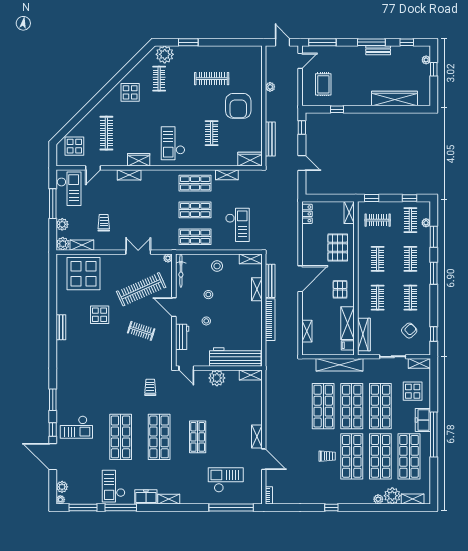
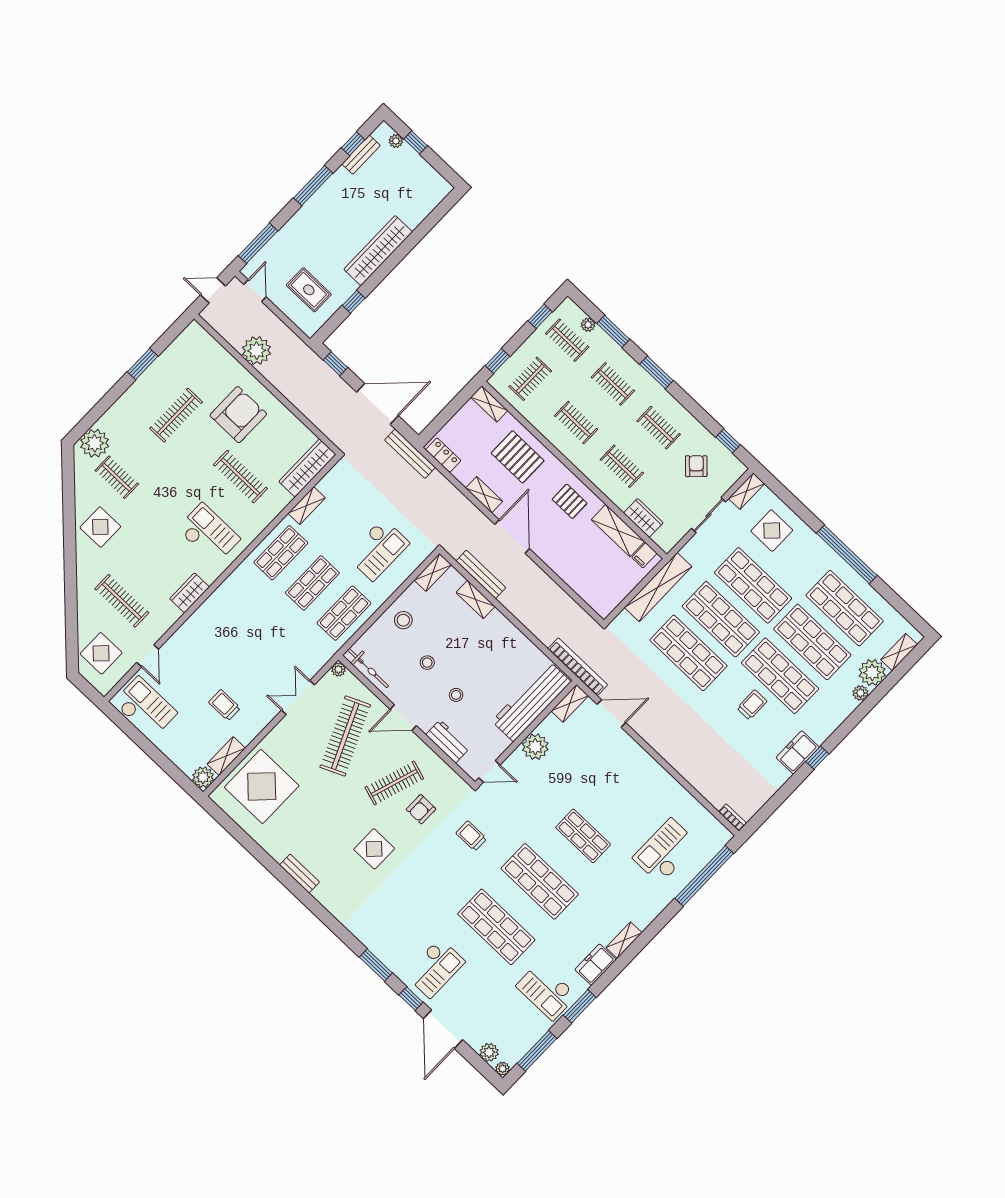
window: (188, 42) -> (143, 364), moved
bench: (378, 50) -> (361, 155), moved
plant: (270, 87) -> (257, 351), width x1.87, depth x1.87
wardrobe: (395, 98) -> (378, 251), moved
armchair: (238, 106) -> (238, 415), turned -90
clothes rail: (212, 133) -> (240, 477), width x1.36
bench: (270, 139) -> (410, 454), moved
checkout: (173, 143) -> (209, 534), turned 180
wardrobe: (250, 159) -> (307, 468), width x1.50
door: (302, 163) -> (377, 404), width x1.87
shelving: (129, 175) -> (197, 621), removed
window: (53, 204) -> (144, 744), removed
plant: (62, 224) -> (180, 756), removed
checkout: (238, 225) -> (378, 550), turned 90
display table: (100, 315) -> (374, 849), moved
bookcase: (270, 320) -> (578, 667), moved
clothes rail: (141, 331) -> (394, 783), width x1.36
shelving: (307, 331) -> (484, 495), moved
wardrobe: (364, 334) -> (643, 518), width x0.67
armchair: (141, 354) -> (421, 809), added
freezer: (423, 420) -> (798, 752), moved, turned 90
shelving: (257, 437) -> (649, 766), removed
door: (53, 457) -> (443, 1029), hinge flipped
door: (264, 459) -> (611, 713), moved
window: (121, 507) -> (580, 1006), width x0.69

